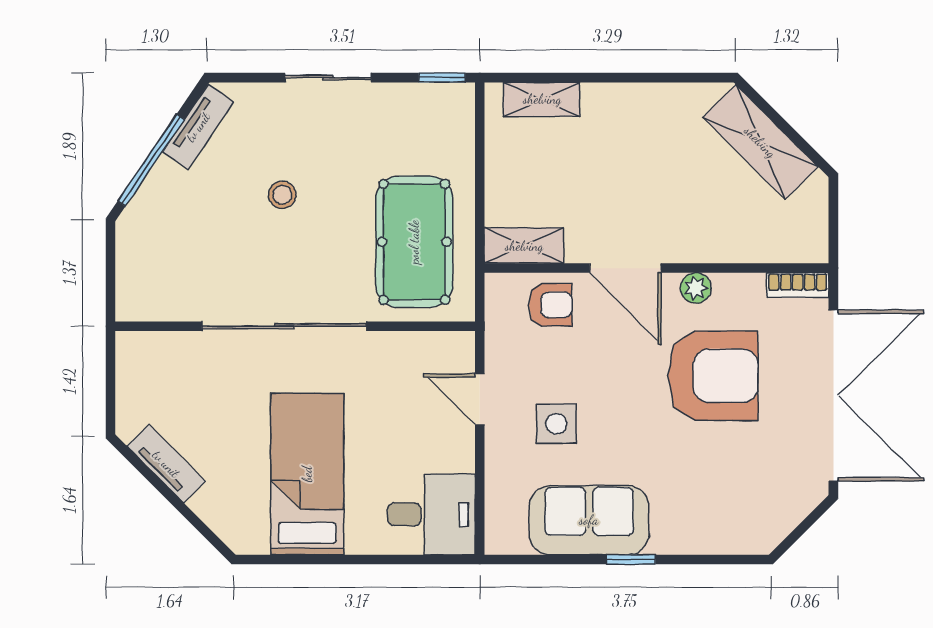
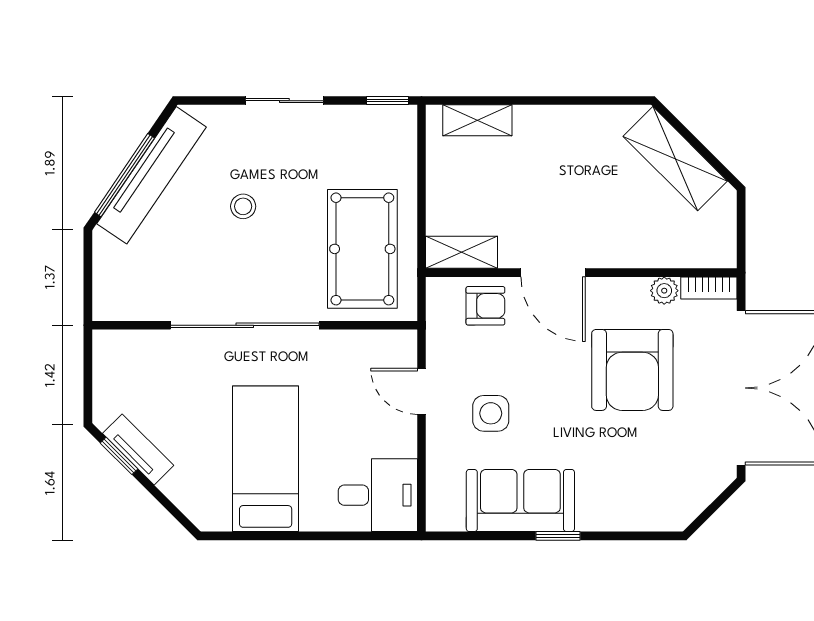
tv unit: (198, 127) -> (151, 175), width x1.92, depth x1.29
plant: (696, 288) -> (664, 291), moved
armchair: (713, 376) -> (632, 370), turned 90
window: (145, 471) -> (119, 456), added

